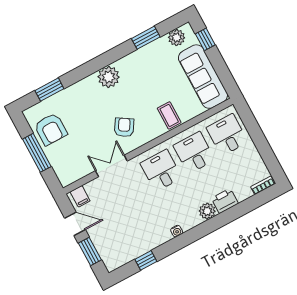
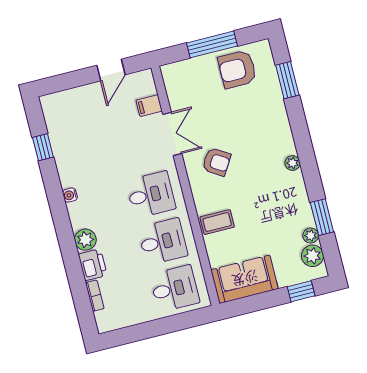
plant: (162, 43) -> (311, 236), added
plant: (109, 77) -> (292, 163), width x0.53, depth x0.53
sofa: (203, 77) -> (245, 279), width x0.73
bookcase: (263, 185) -> (95, 296), moved
filing cabinet: (80, 196) -> (149, 106), moved
window: (90, 251) -> (72, 80), removed

